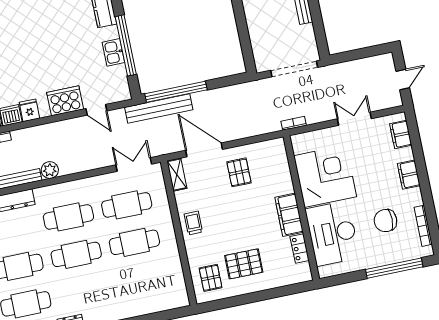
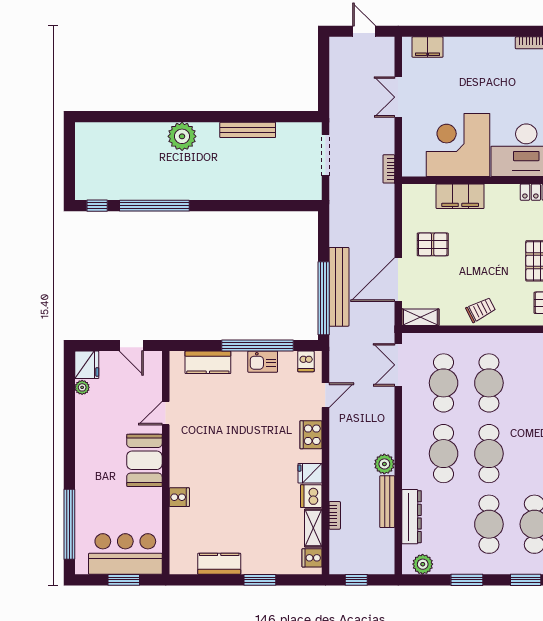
doorway: (294, 69) -> (325, 155), width x0.73
dishwasher: (121, 88) -> (306, 361), added
cooker: (65, 101) -> (311, 435), width x0.73, depth x0.76
bench: (159, 108) -> (339, 287), moved
filing cabinet: (409, 175) -> (476, 47), removed
filing cabinet: (289, 215) -> (460, 196), moved
chair: (385, 221) -> (524, 85), removed
trolley: (193, 223) -> (481, 310), turned 153

